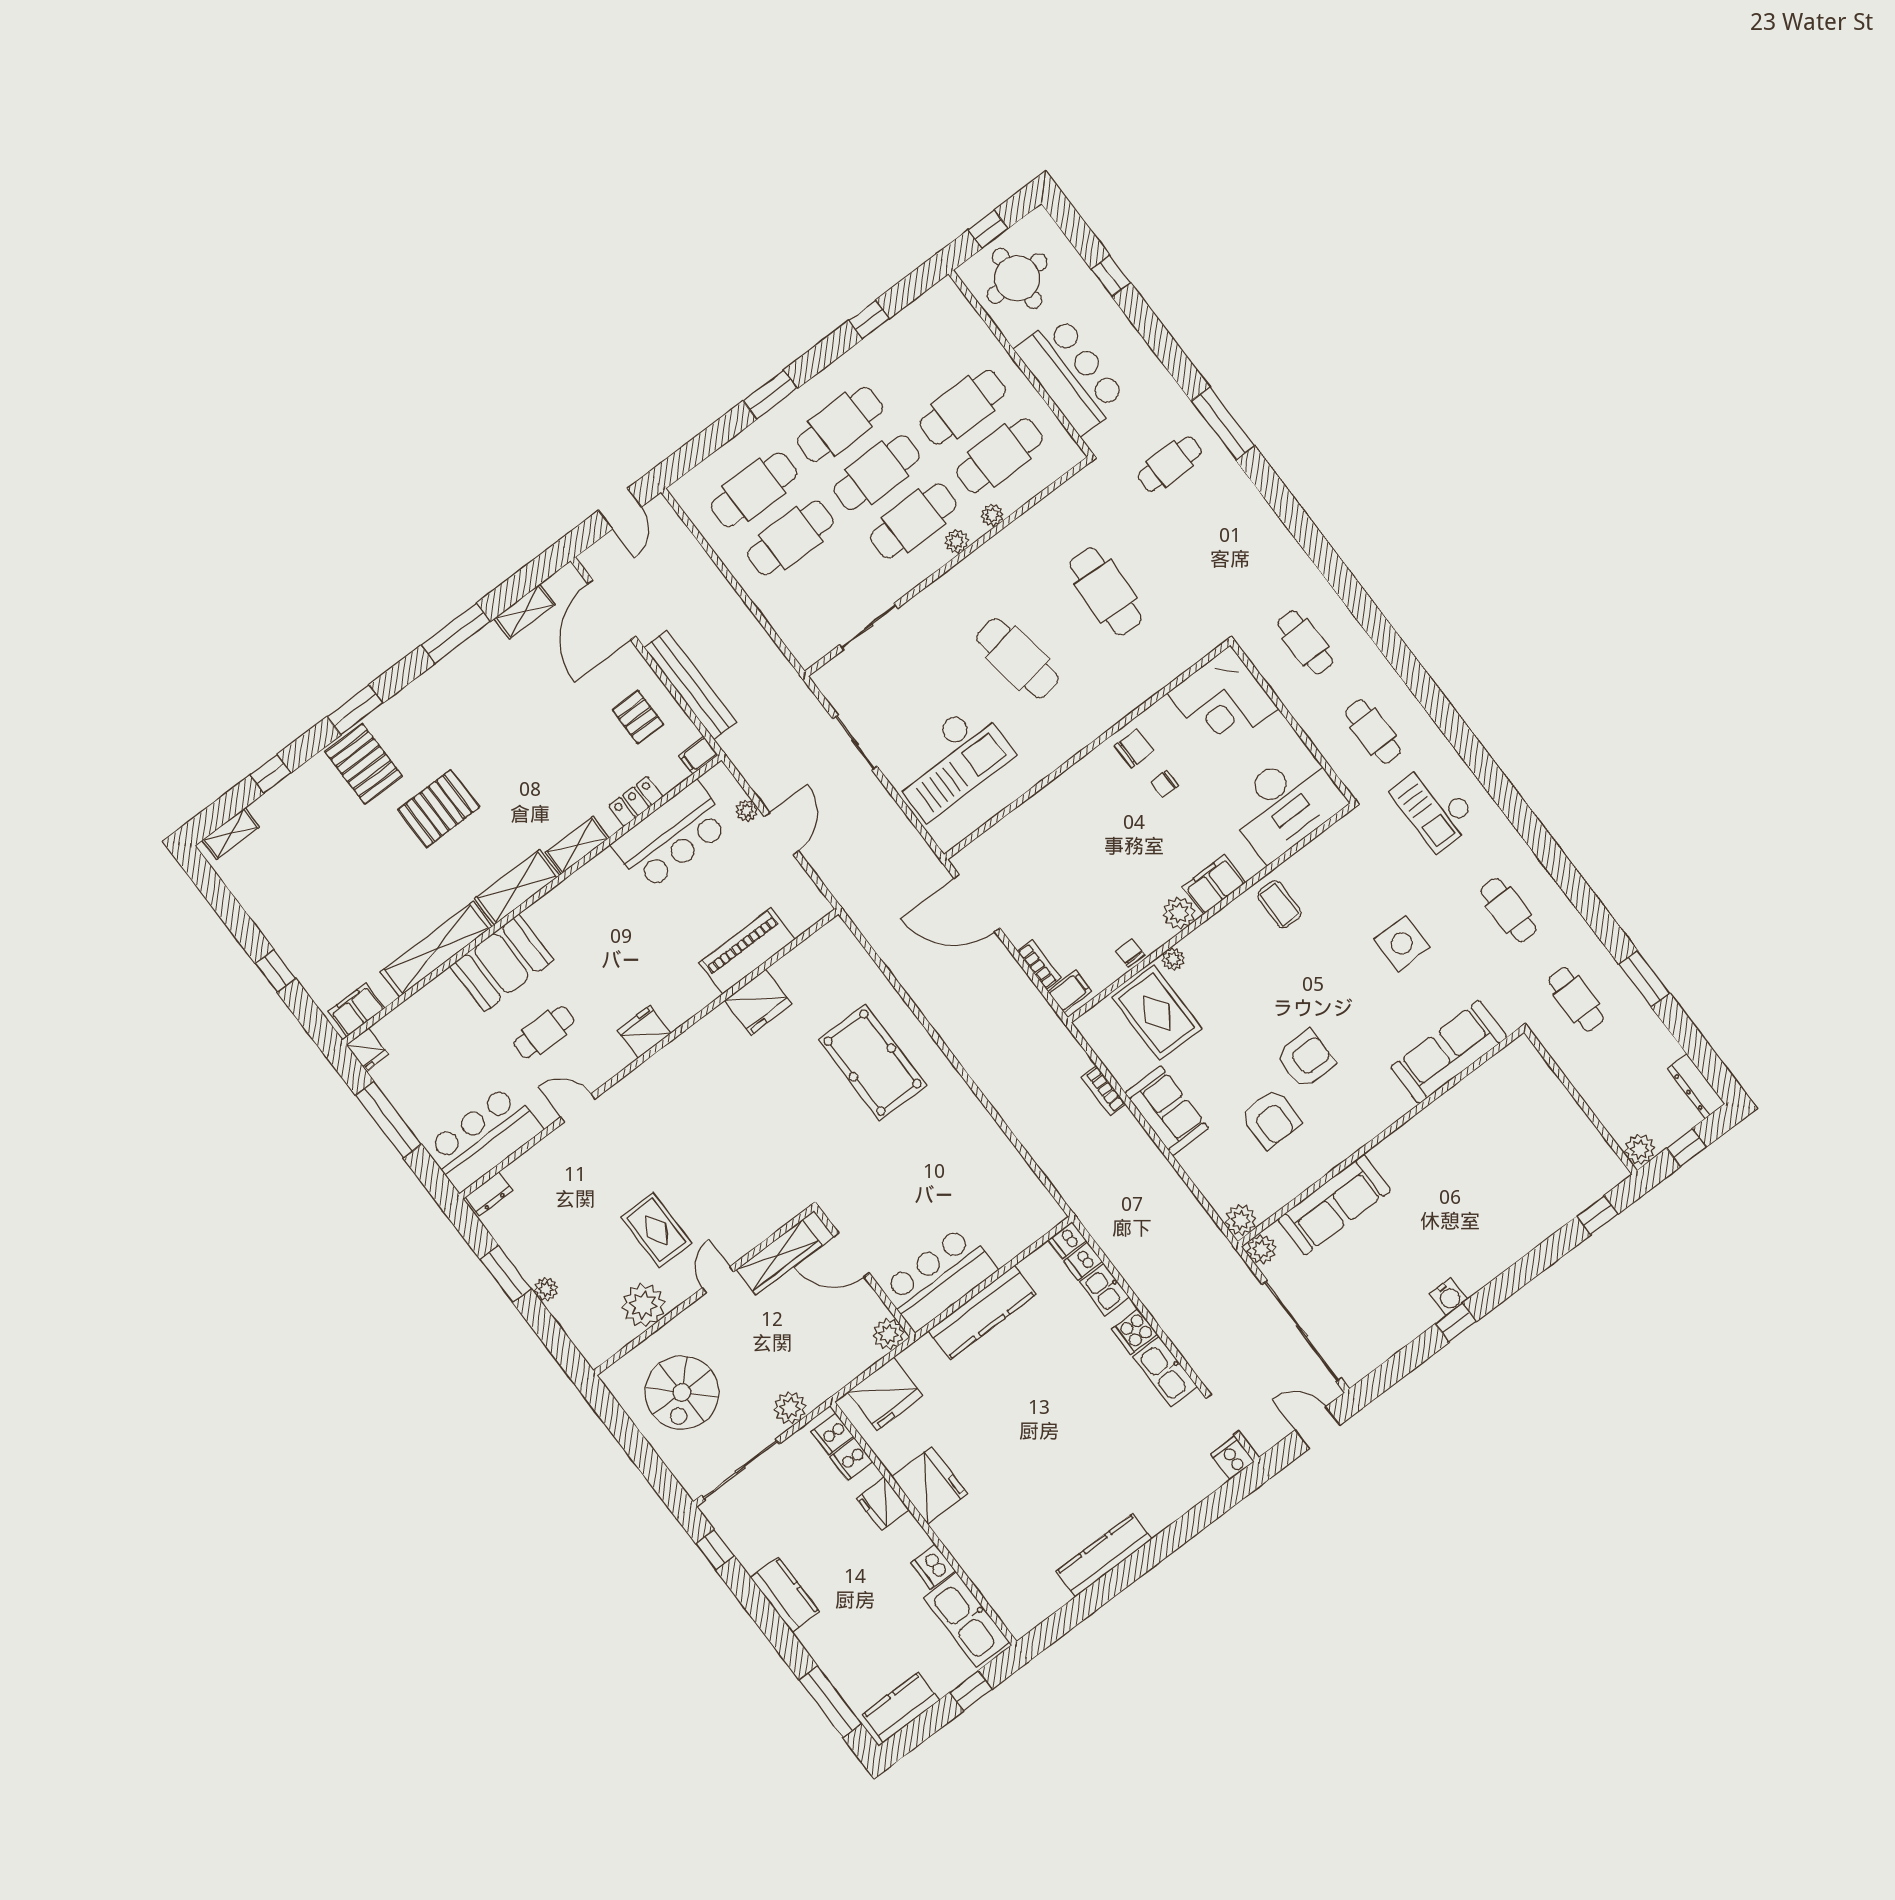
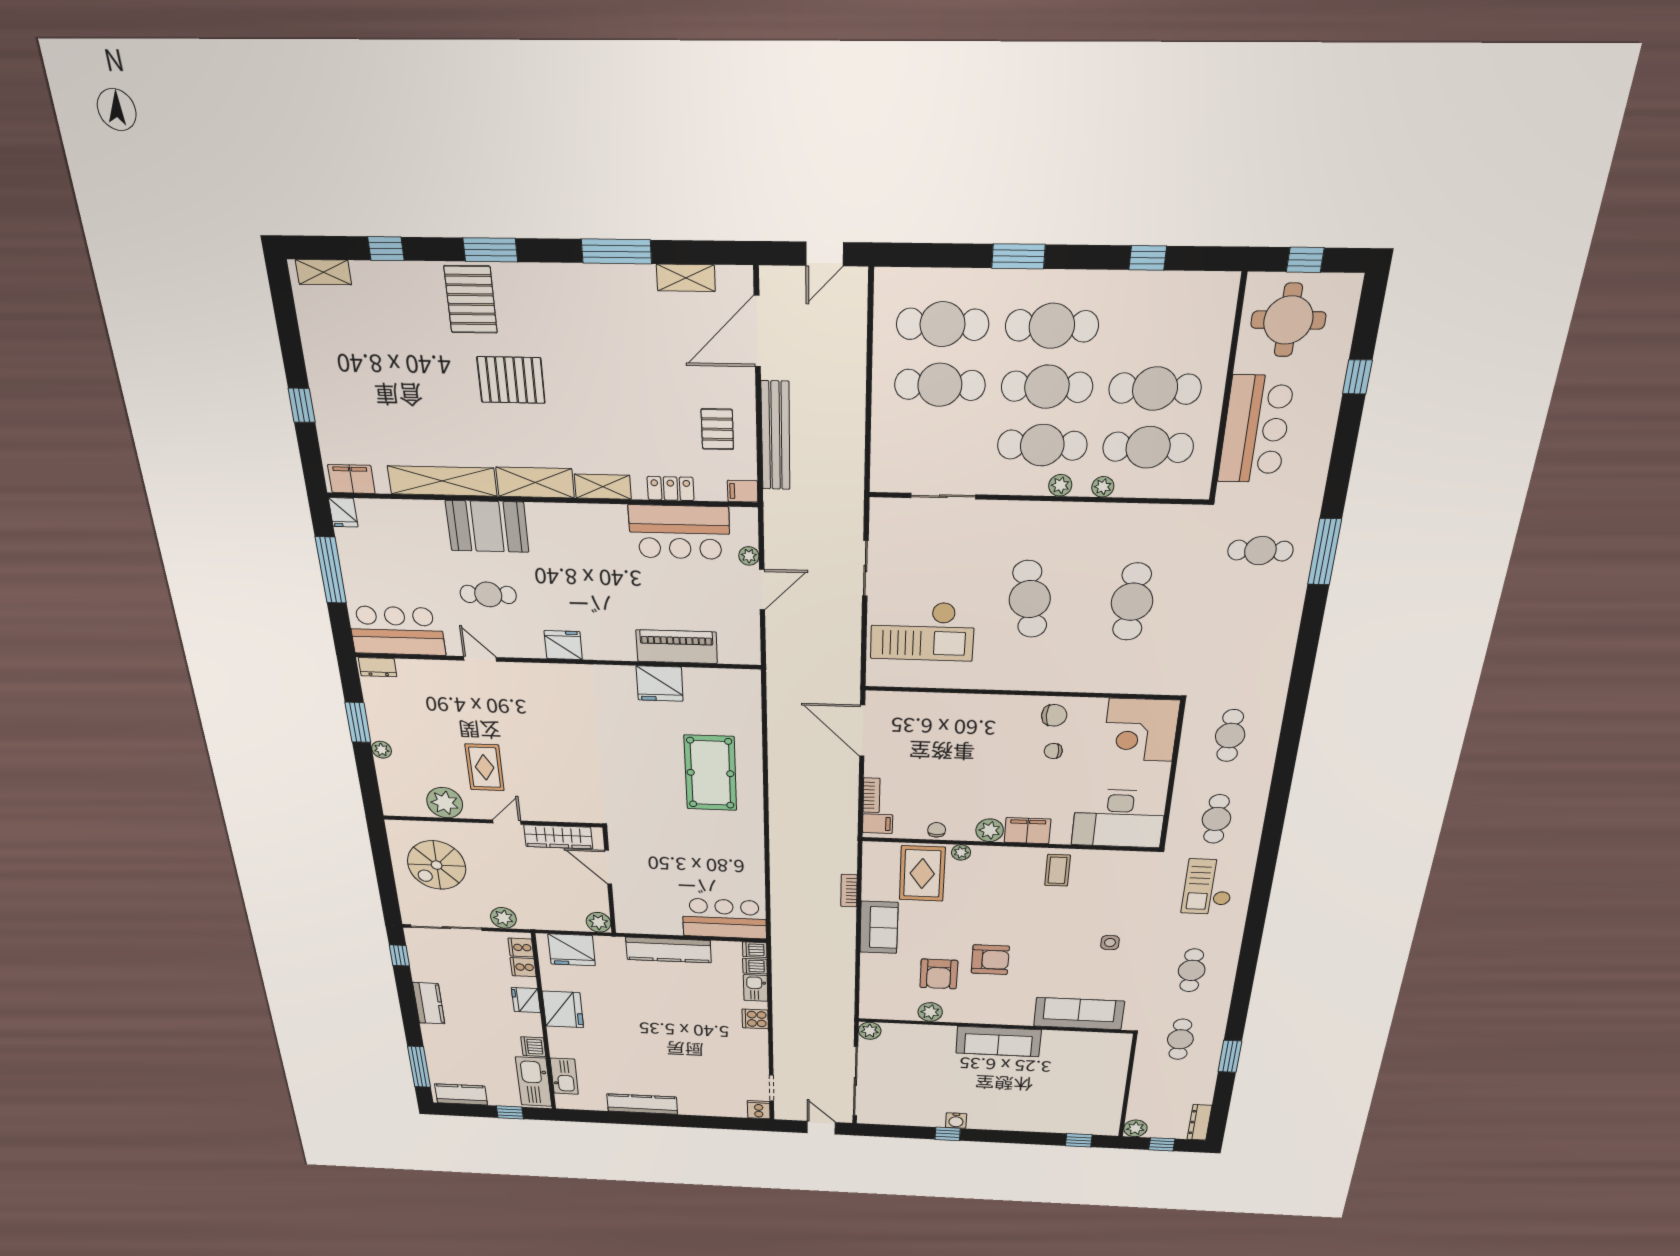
side table: (1402, 944) -> (1110, 943), width x0.54, depth x0.54
sofa: (1334, 1205) -> (998, 1041), moved
plant: (1241, 1220) -> (930, 1012), moved
bar counter: (939, 1278) -> (724, 919), moved
kitchen sink: (1165, 1372) -> (564, 1076), moved, turned 180

